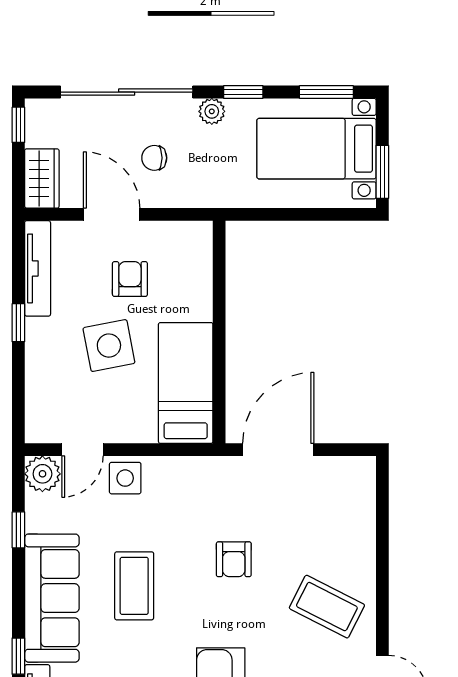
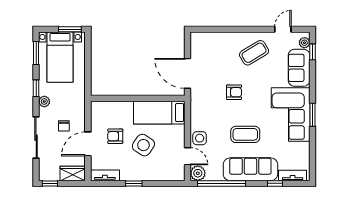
sliding door: (127, 92) -> (36, 138), width x0.73
tv unit: (38, 268) -> (105, 175), width x0.71
side table: (109, 346) -> (143, 145), turned 45
window: (18, 530) -> (222, 183), width x3.17
coffee table: (327, 607) -> (254, 53), turned 32

